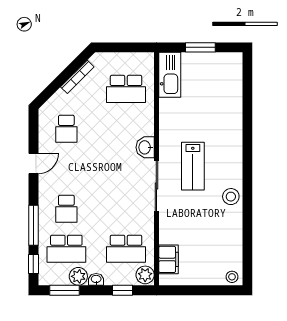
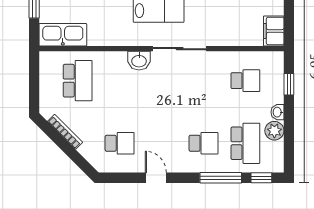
school desk: (126, 249) -> (245, 81), width x0.54
filing cabinet: (169, 259) -> (274, 31), moved, turned -90
plant: (145, 275) -> (273, 61), removed
window: (64, 290) -> (289, 145), removed

